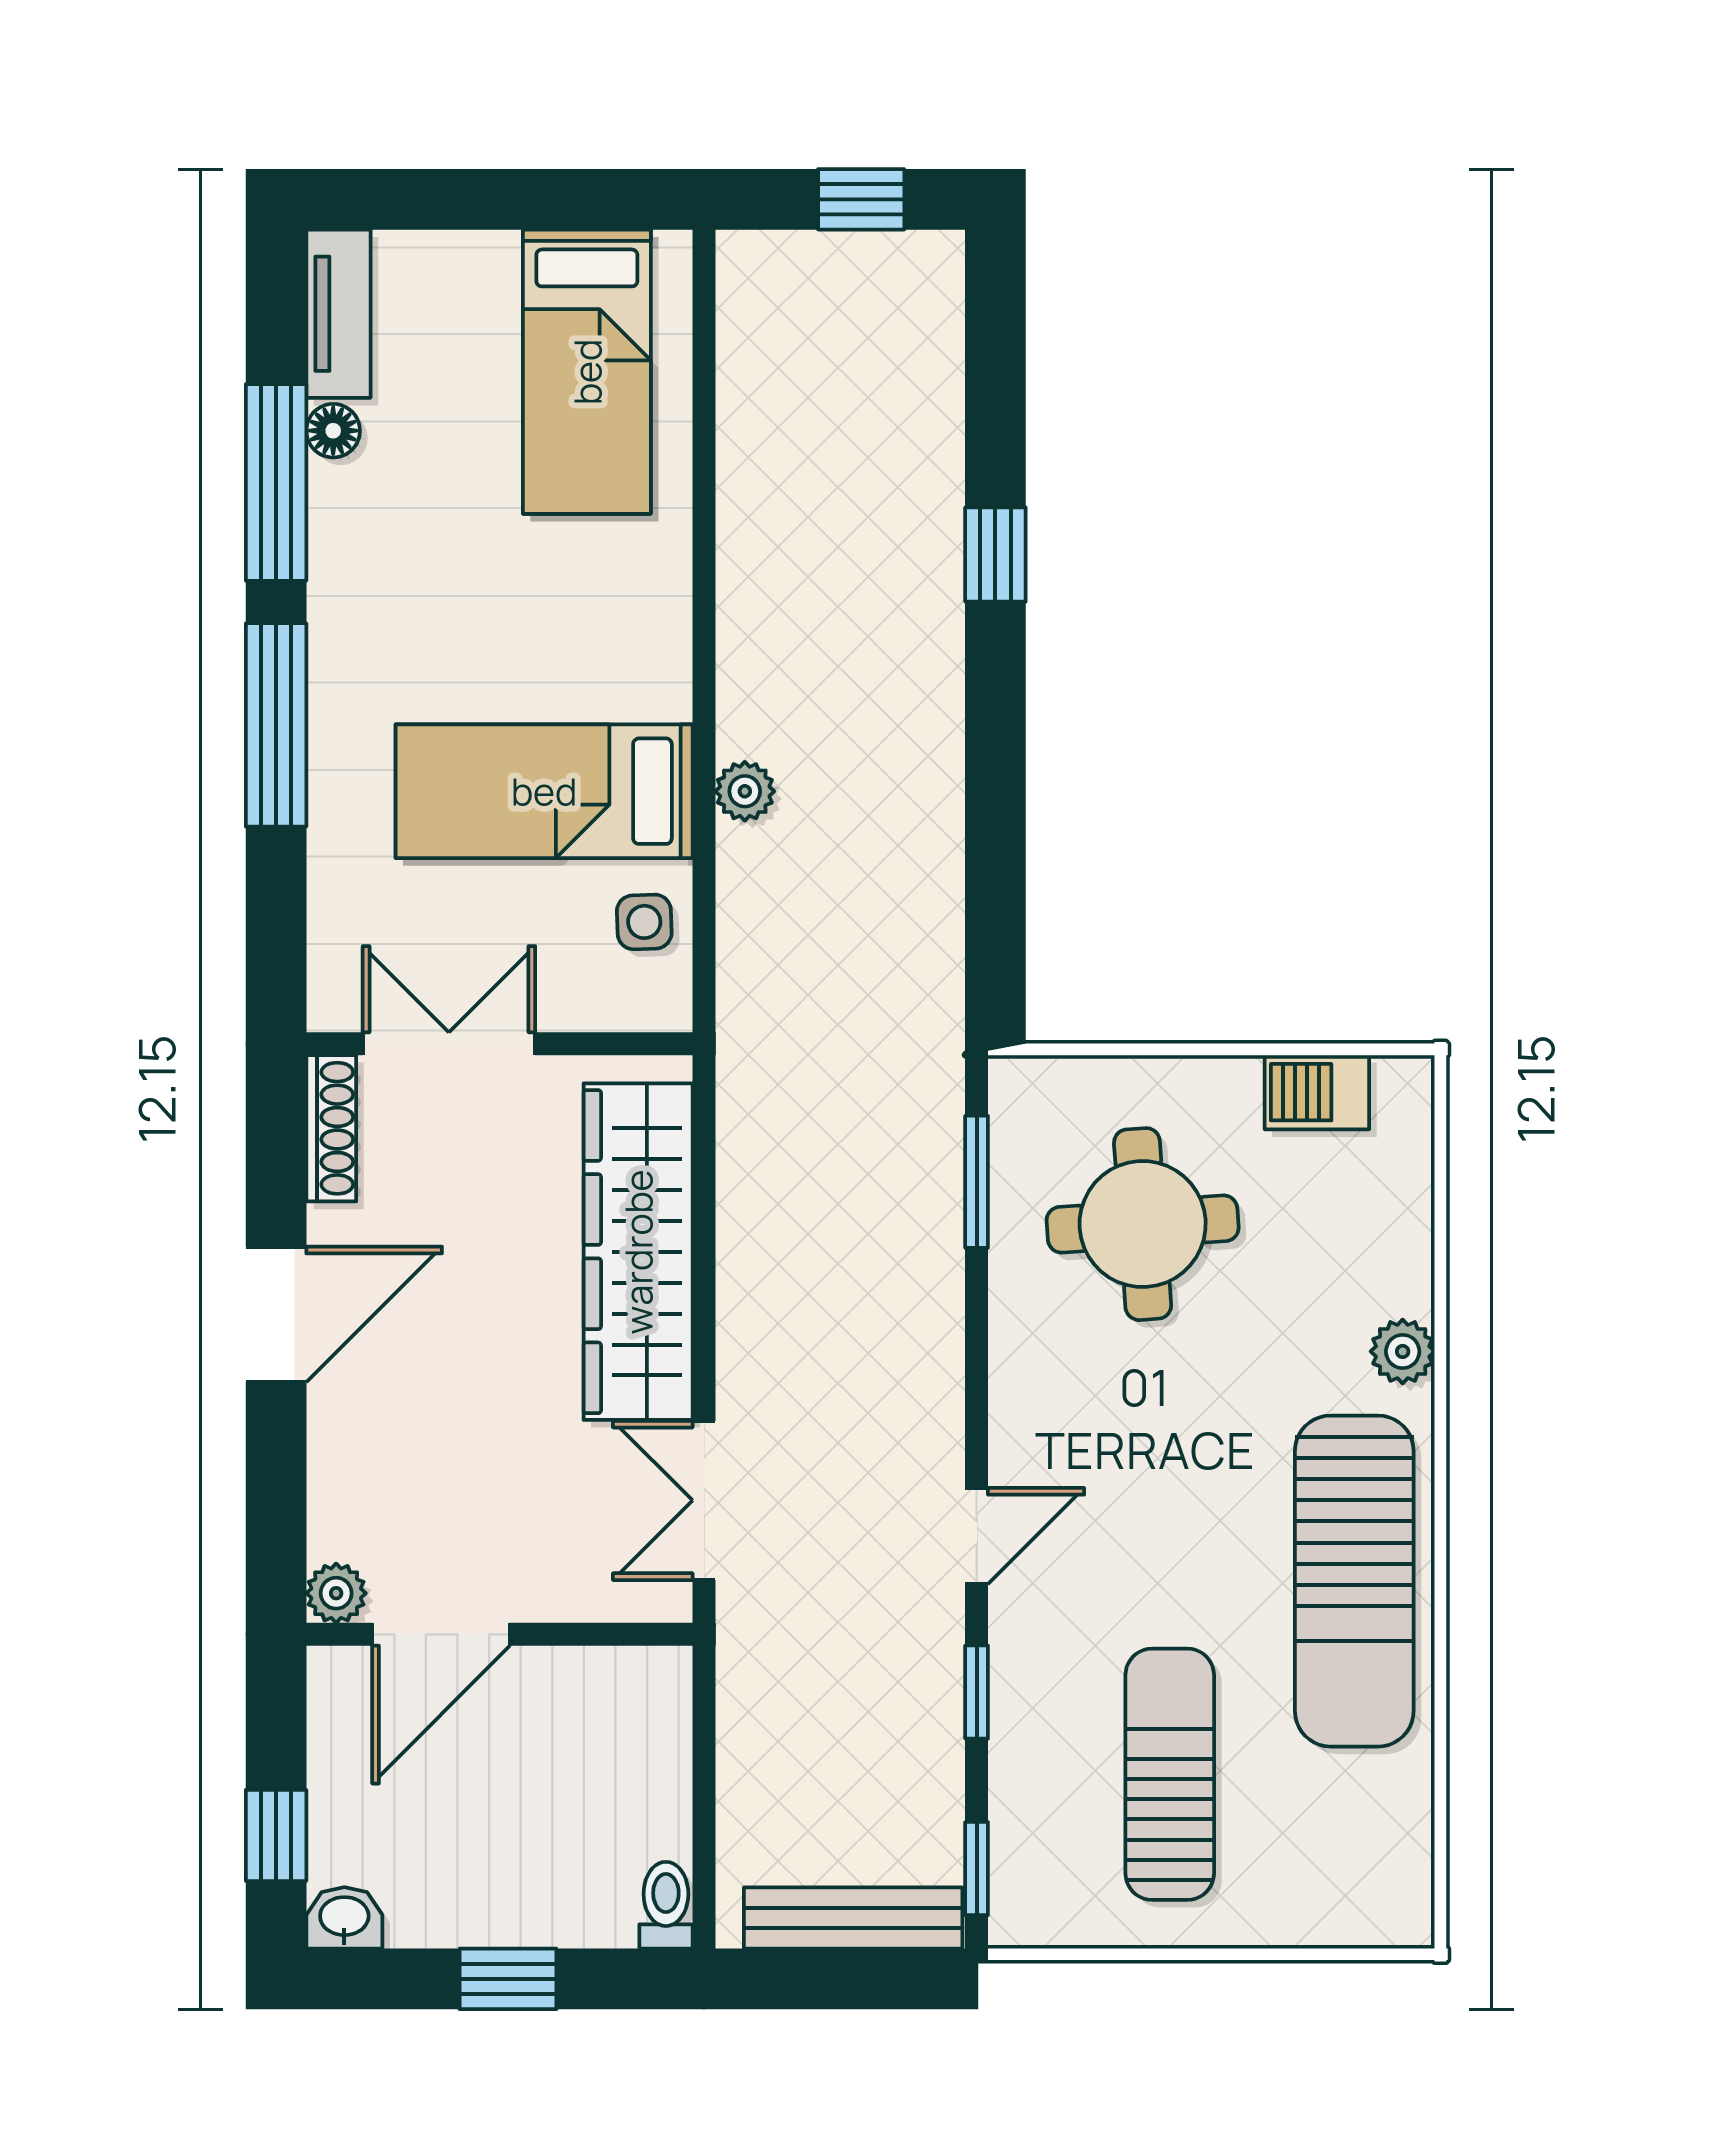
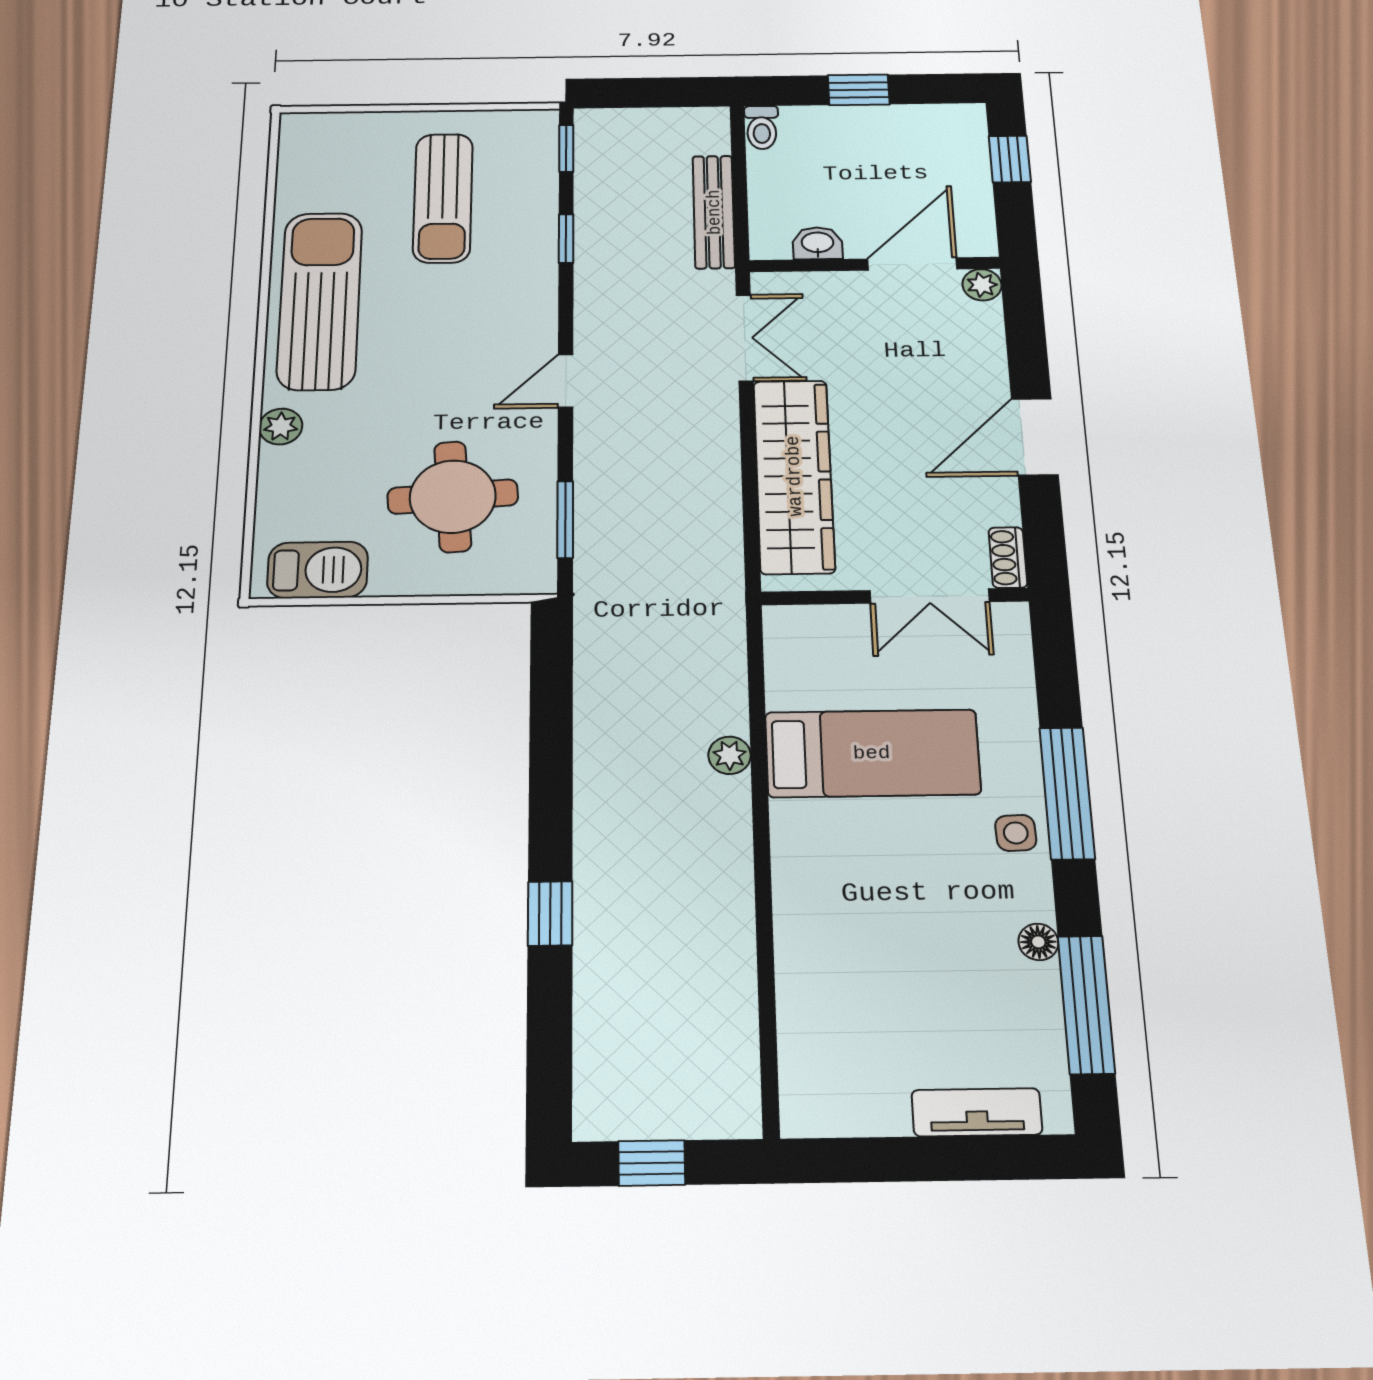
tv unit: (338, 314) -> (977, 1112), moved, turned 90
bed: (587, 372) -> (856, 1035), removed
floor lamp: (333, 431) -> (1038, 942), moved
window: (276, 482) -> (1086, 1004), moved
side table: (644, 922) -> (1016, 833), moved
barbecue: (1317, 1092) -> (318, 570), width x1.38, depth x1.27
shoe rack: (331, 1128) -> (1008, 558), width x0.70
door: (977, 1536) -> (566, 381), moved
washbasin: (344, 1918) -> (818, 243), moved, turned 180
bench: (853, 1918) -> (714, 212), moved, turned 90

